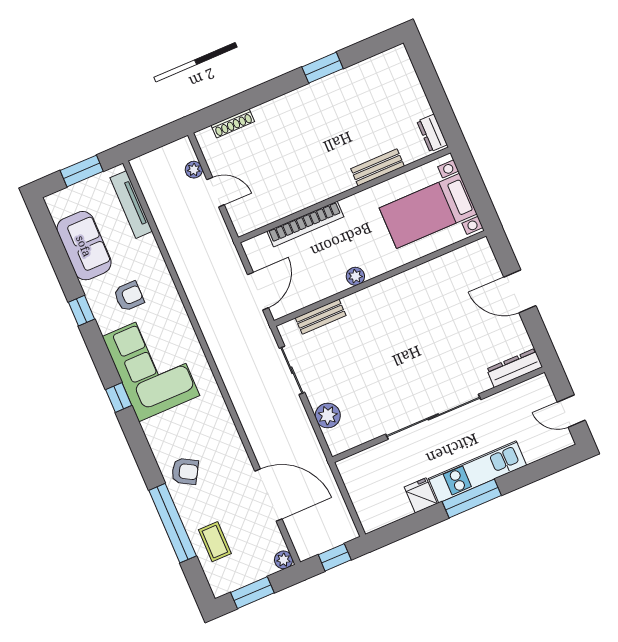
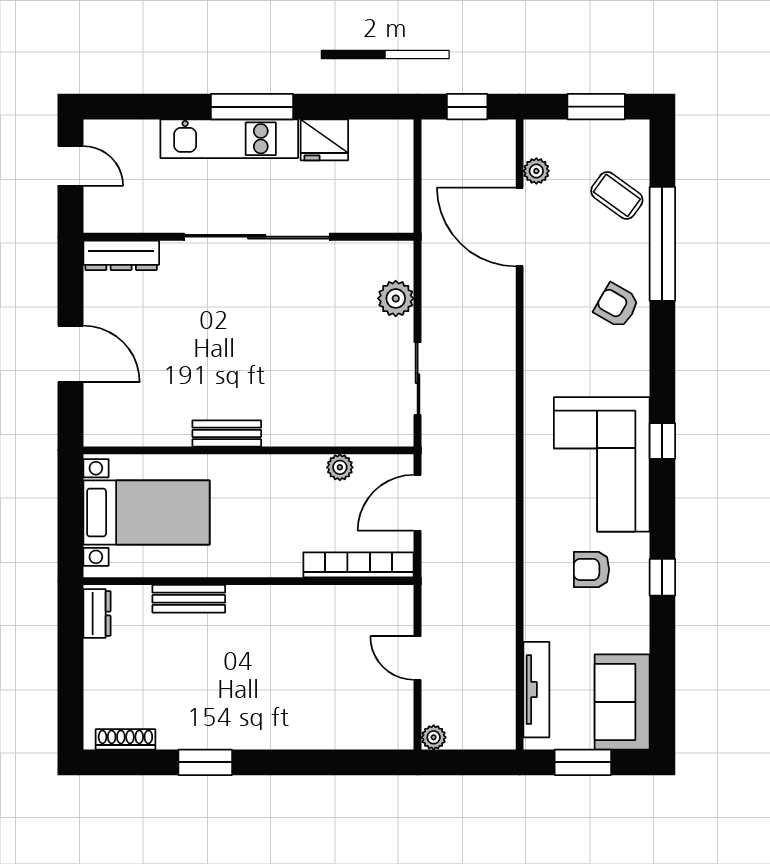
shoe rack: (233, 123) -> (125, 739), moved
plant: (194, 170) -> (434, 737), moved
bookcase: (305, 224) -> (359, 565), moved
sofa: (84, 246) -> (622, 702), moved
plant: (355, 276) -> (340, 467), moved
bench: (321, 317) -> (227, 433), moved
fridge: (421, 495) -> (324, 140), width x1.38
coffee table: (215, 542) -> (617, 195), turned -54
plant: (284, 560) -> (536, 171), moved

